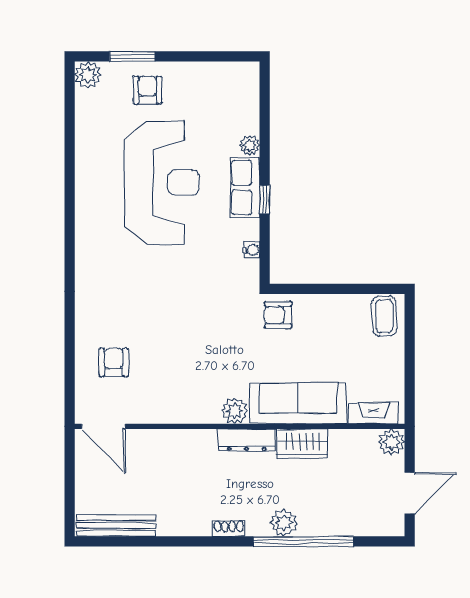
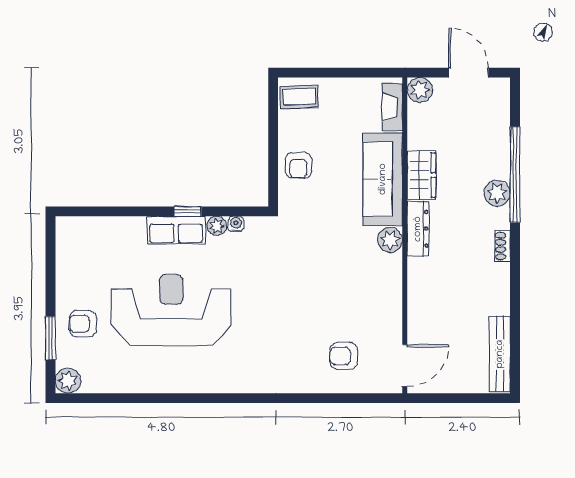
plant: (250, 145) -> (217, 226), moved
armchair: (278, 315) -> (298, 165), moved

